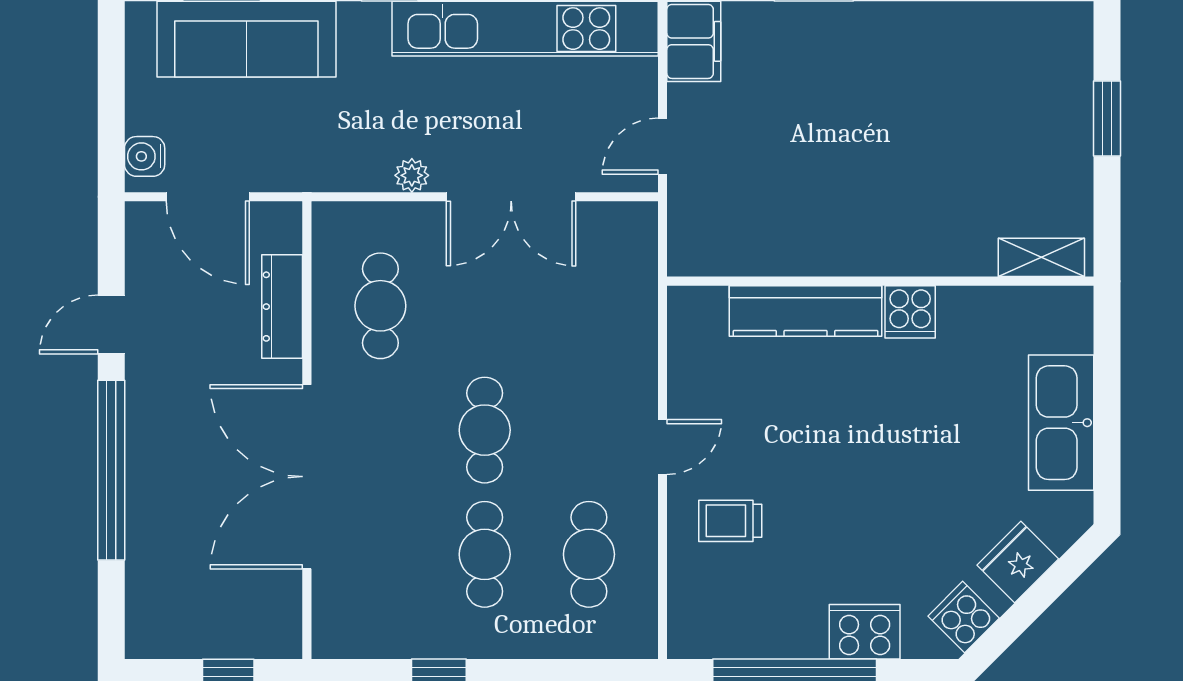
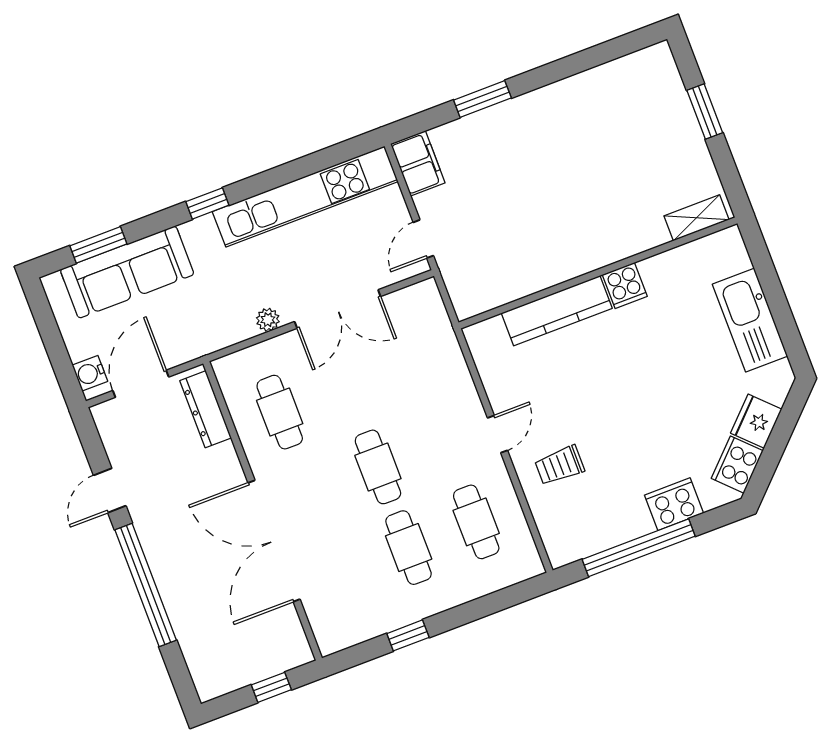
door: (208, 197) -> (141, 384), swing flipped
dresser: (282, 307) -> (206, 409), moved
cooker: (964, 617) -> (737, 465), width x1.36

